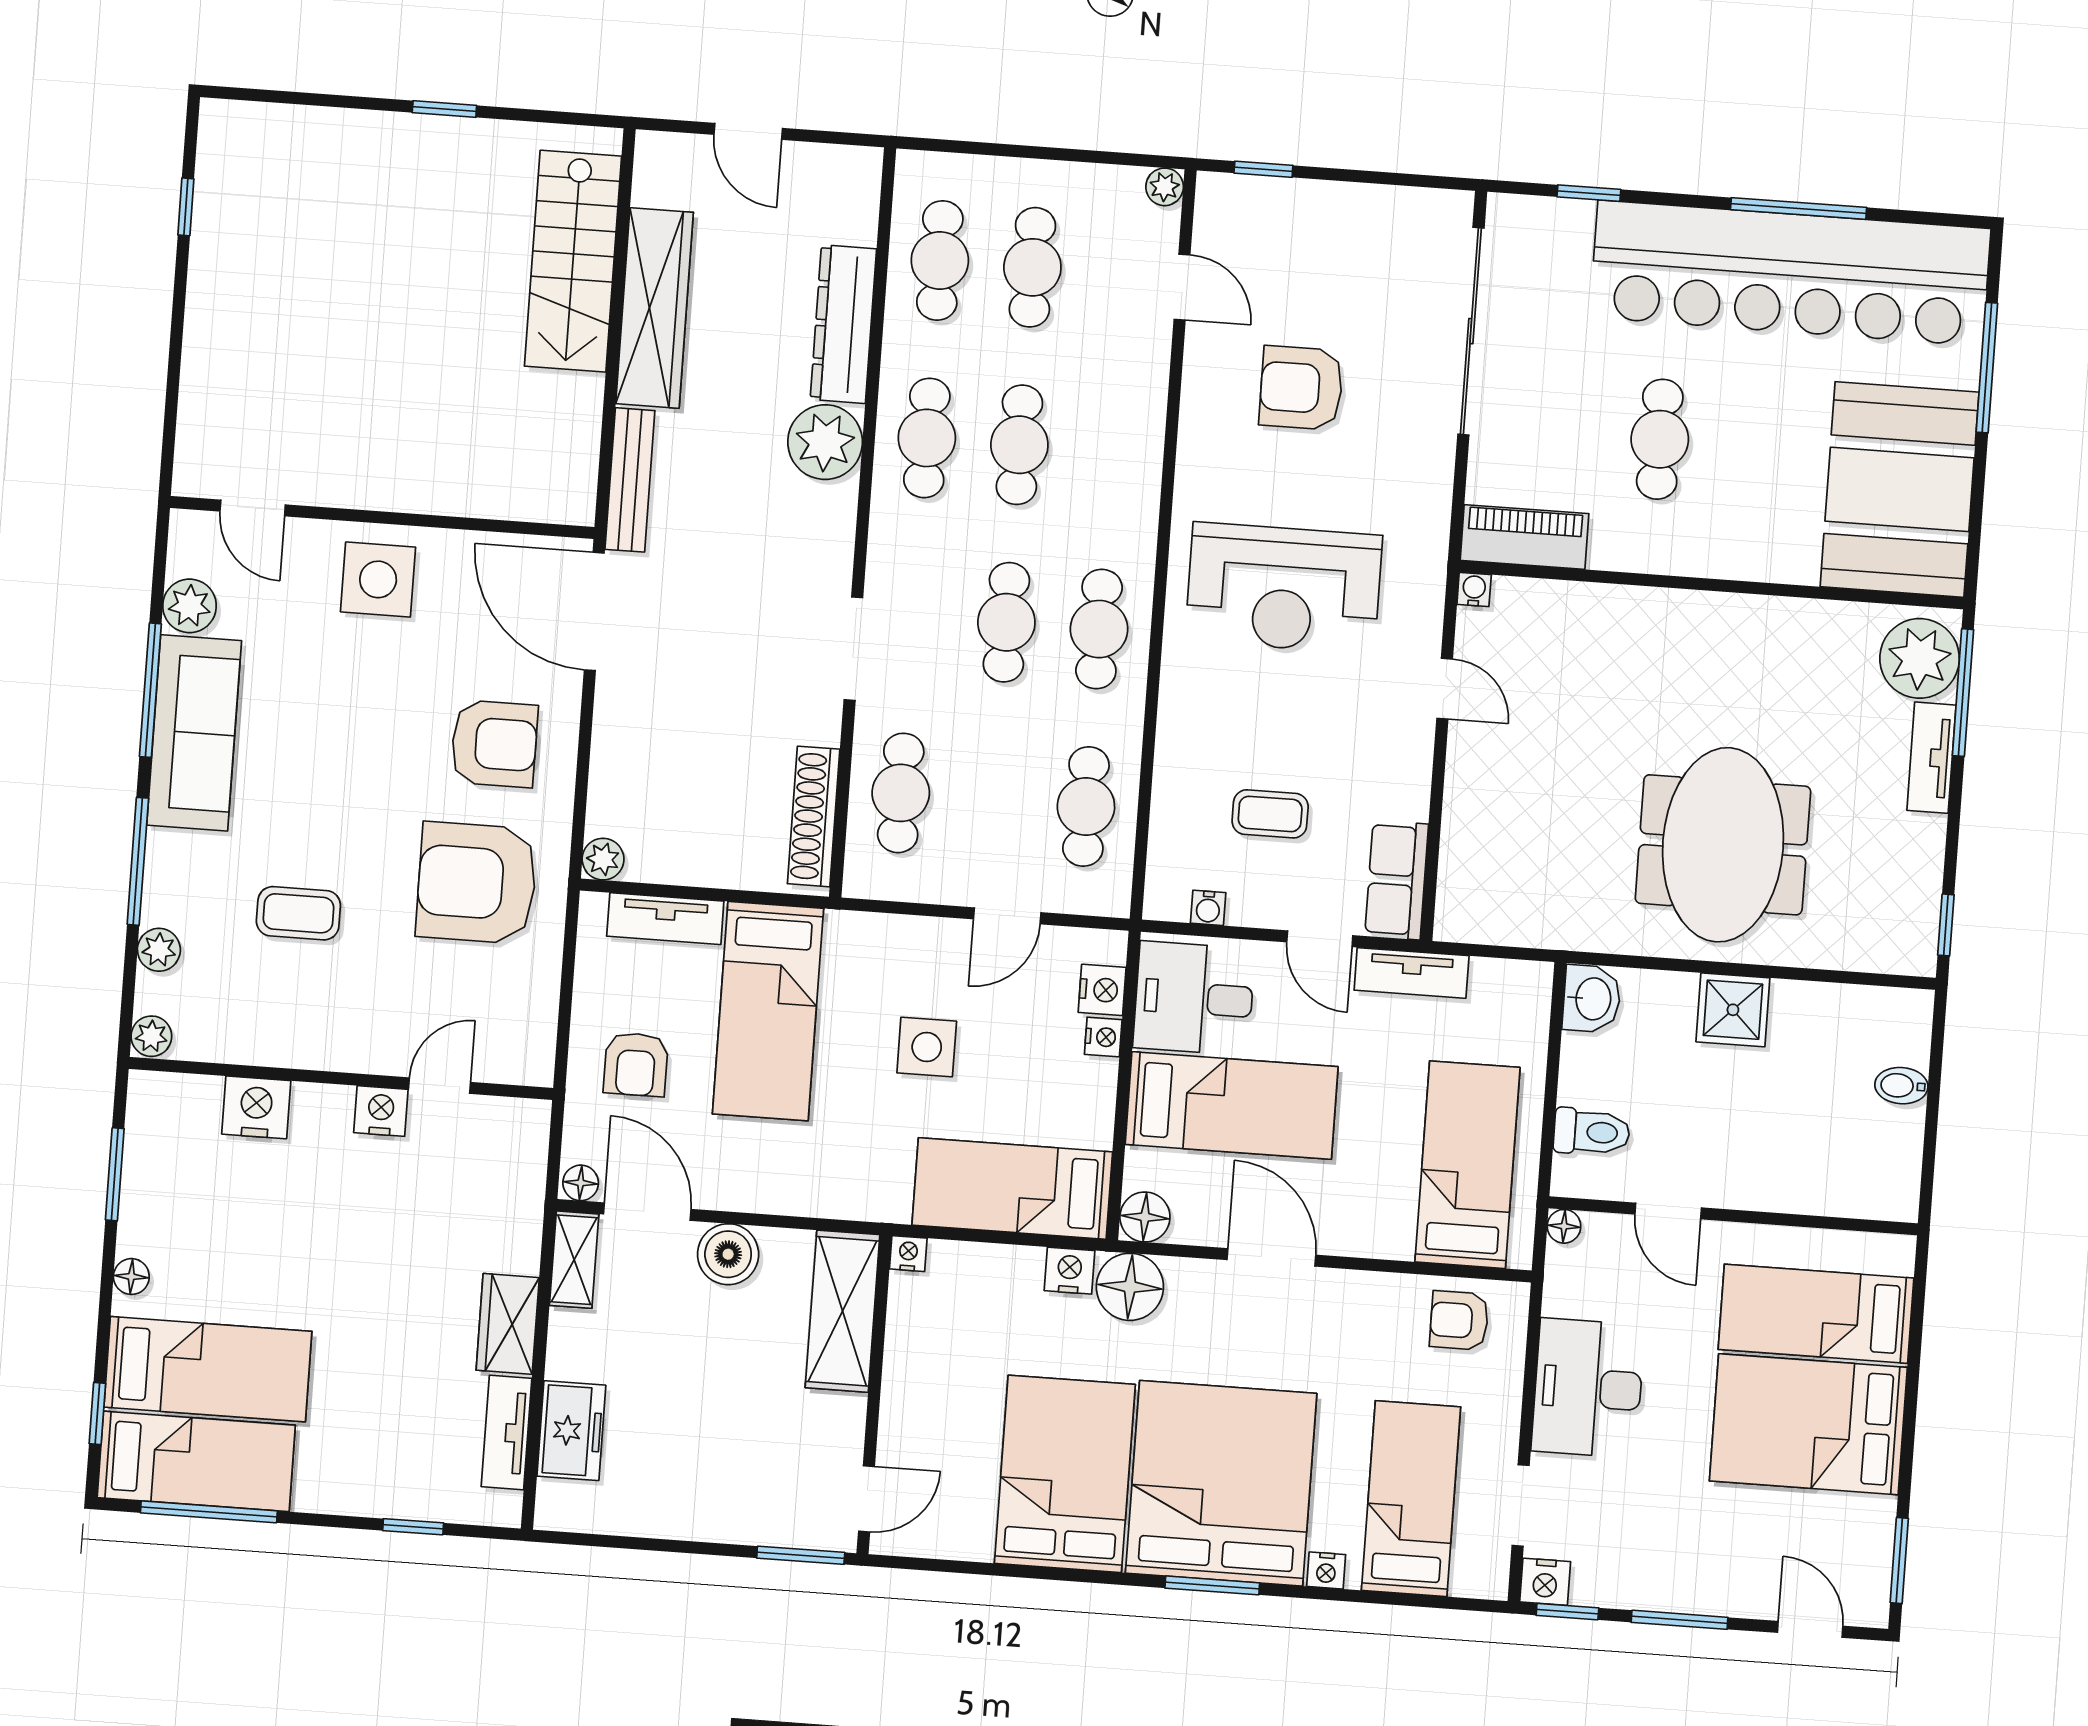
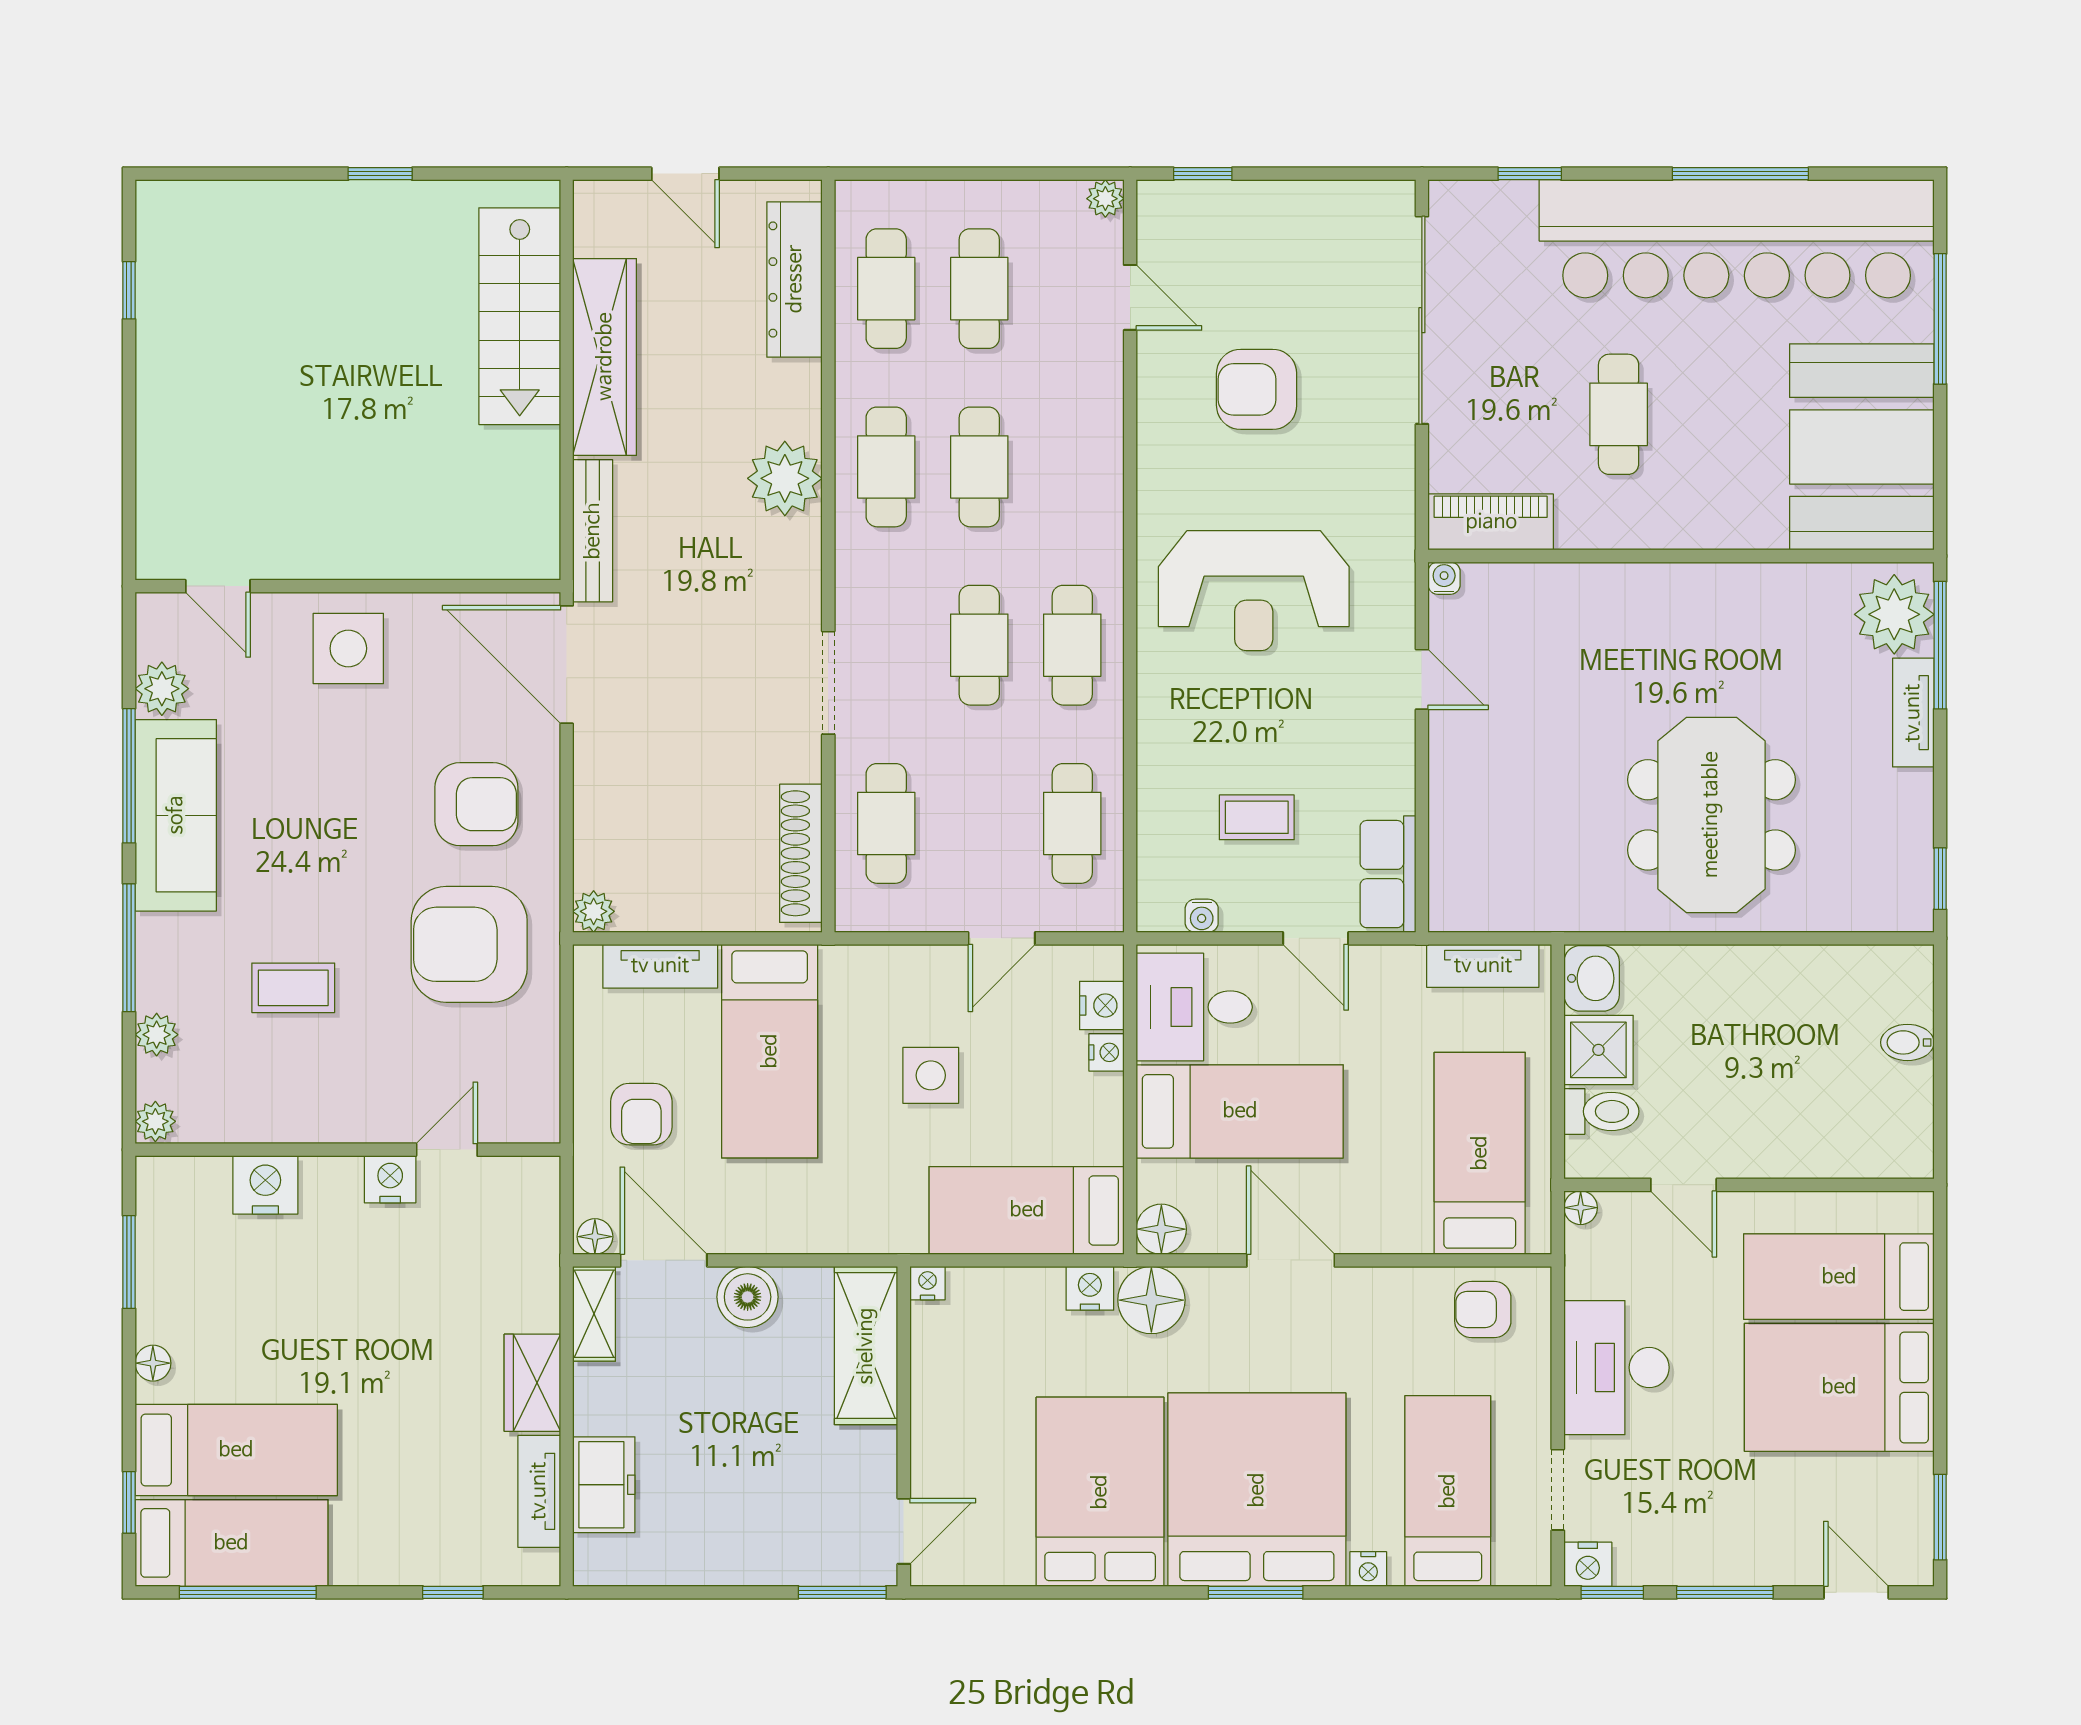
dresser: (843, 324) -> (795, 279), moved
tv unit: (1412, 973) -> (1483, 966), moved
shower: (1733, 1010) -> (1598, 1050), moved

